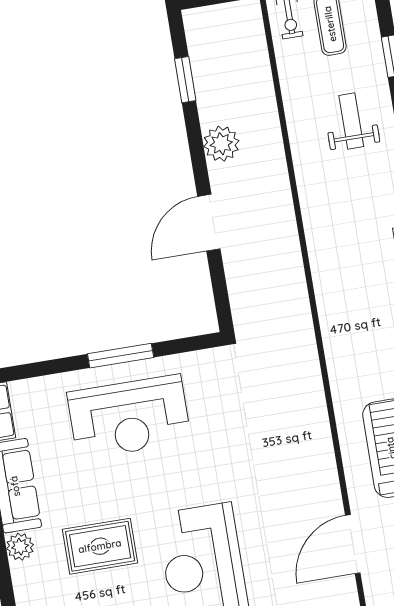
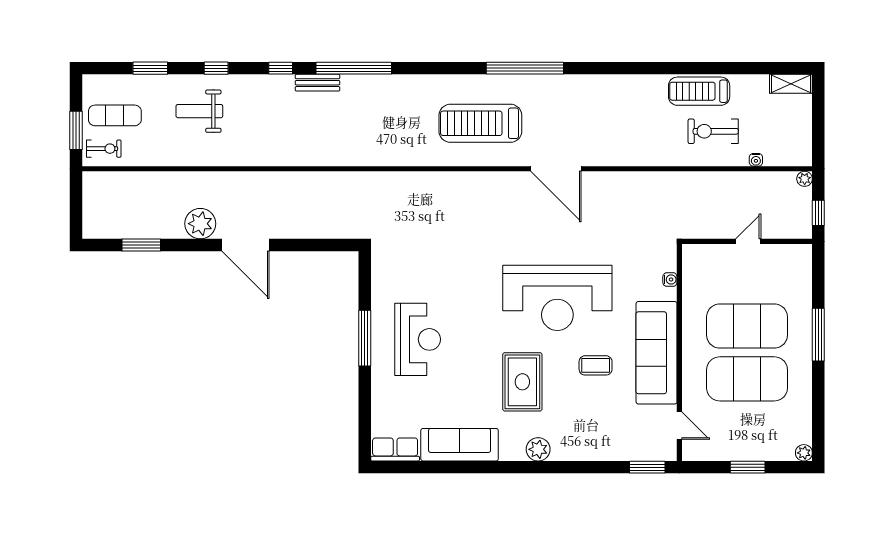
door: (209, 223) -> (246, 245), moved
reception desk: (129, 417) -> (418, 339), width x0.74, depth x0.77
plant: (20, 547) -> (538, 449), moved

